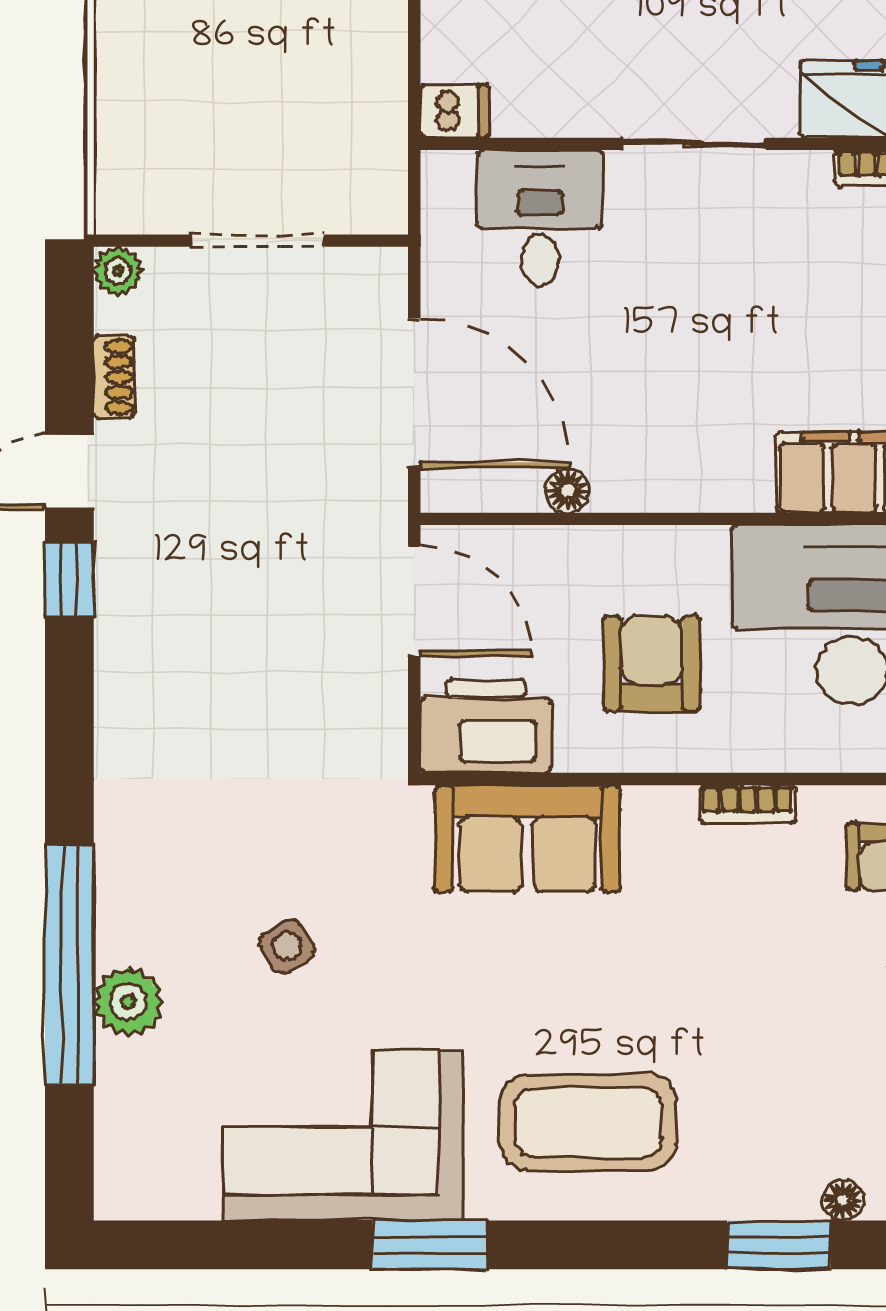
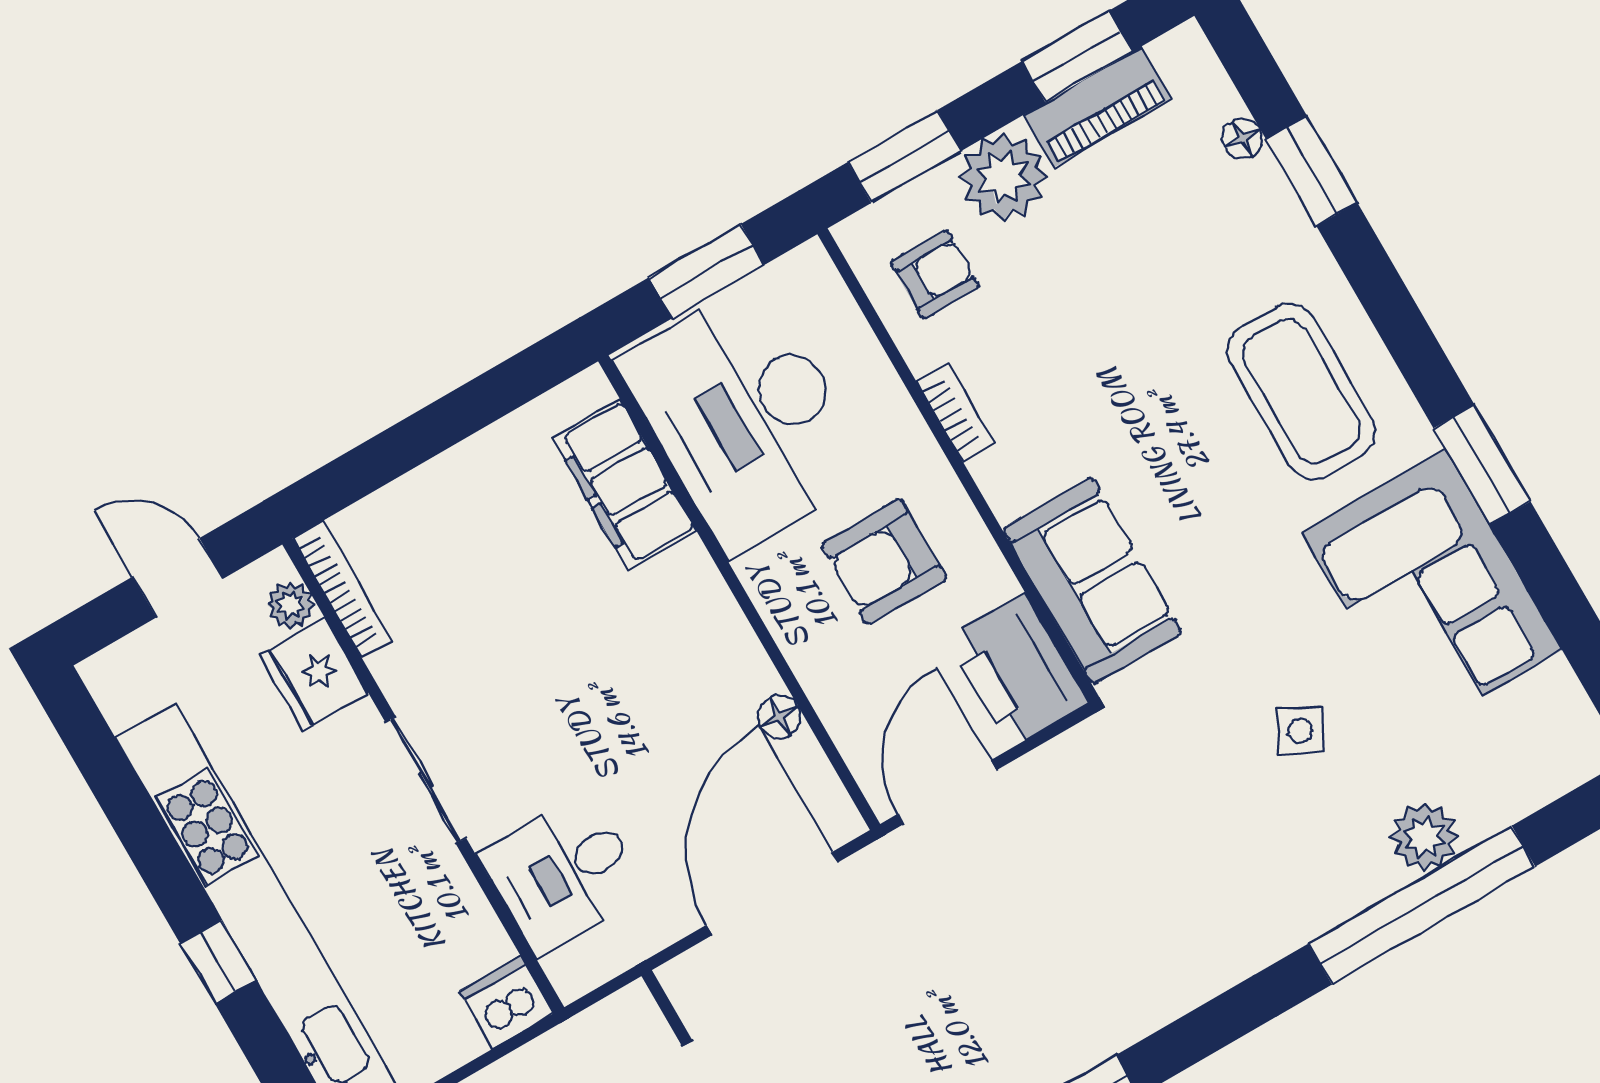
dishwasher: (454, 111) -> (507, 1002), width x1.38
side table: (287, 946) -> (1300, 731), turned -31

